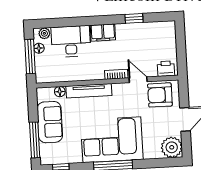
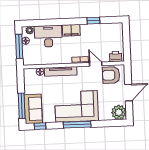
sofa: (50, 122) -> (33, 109), moved

